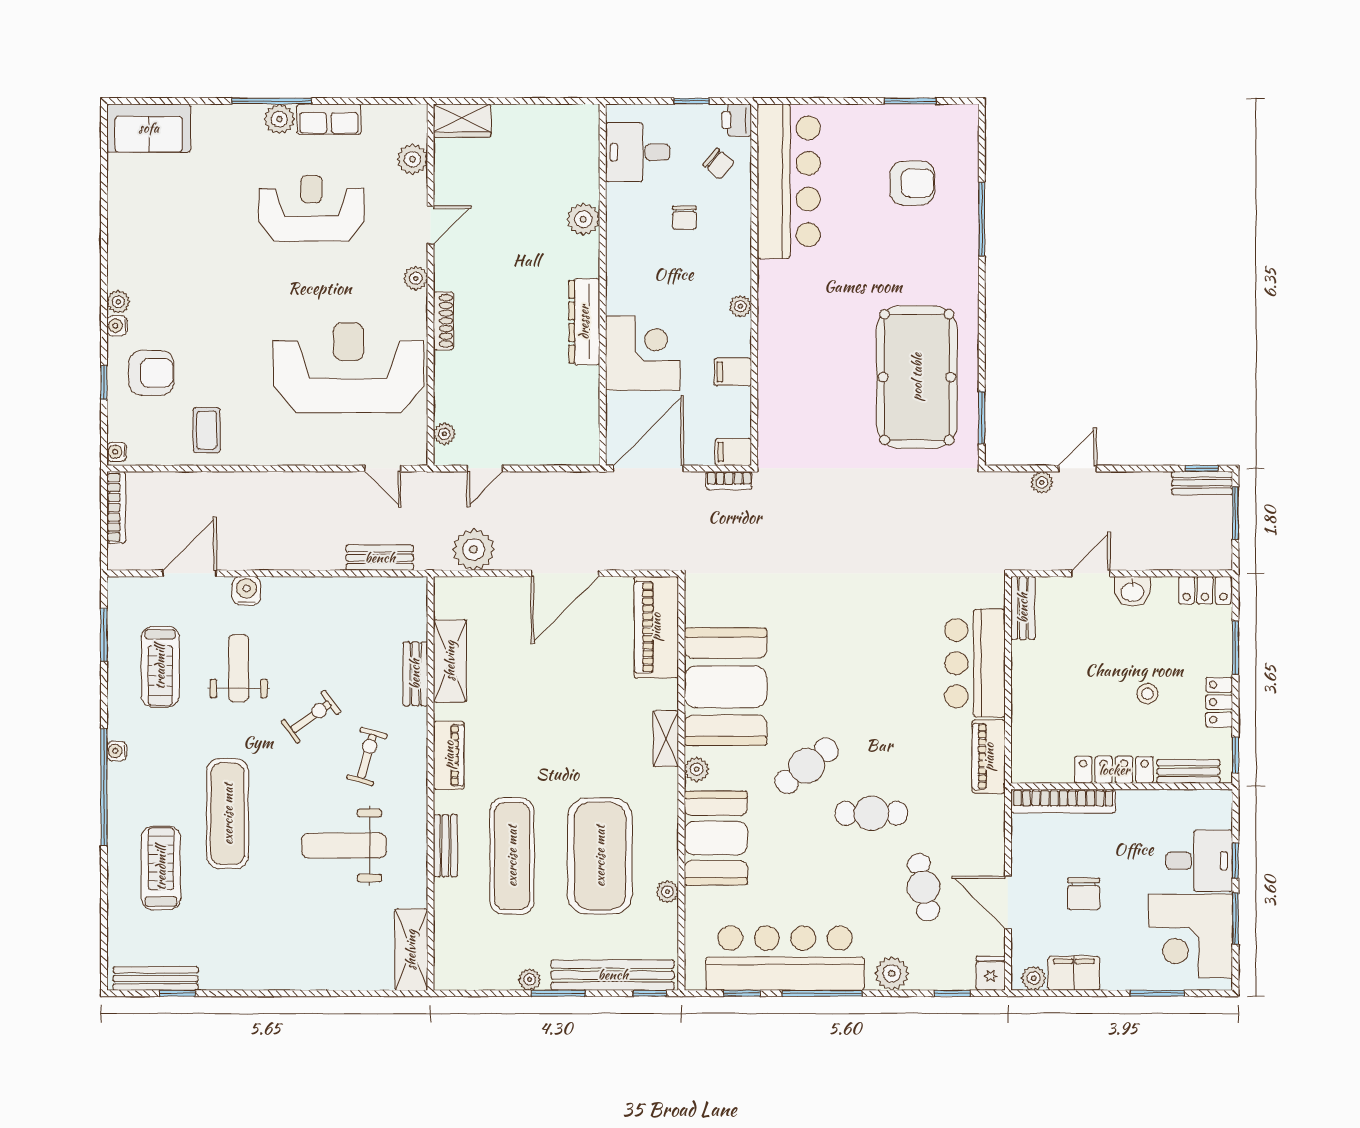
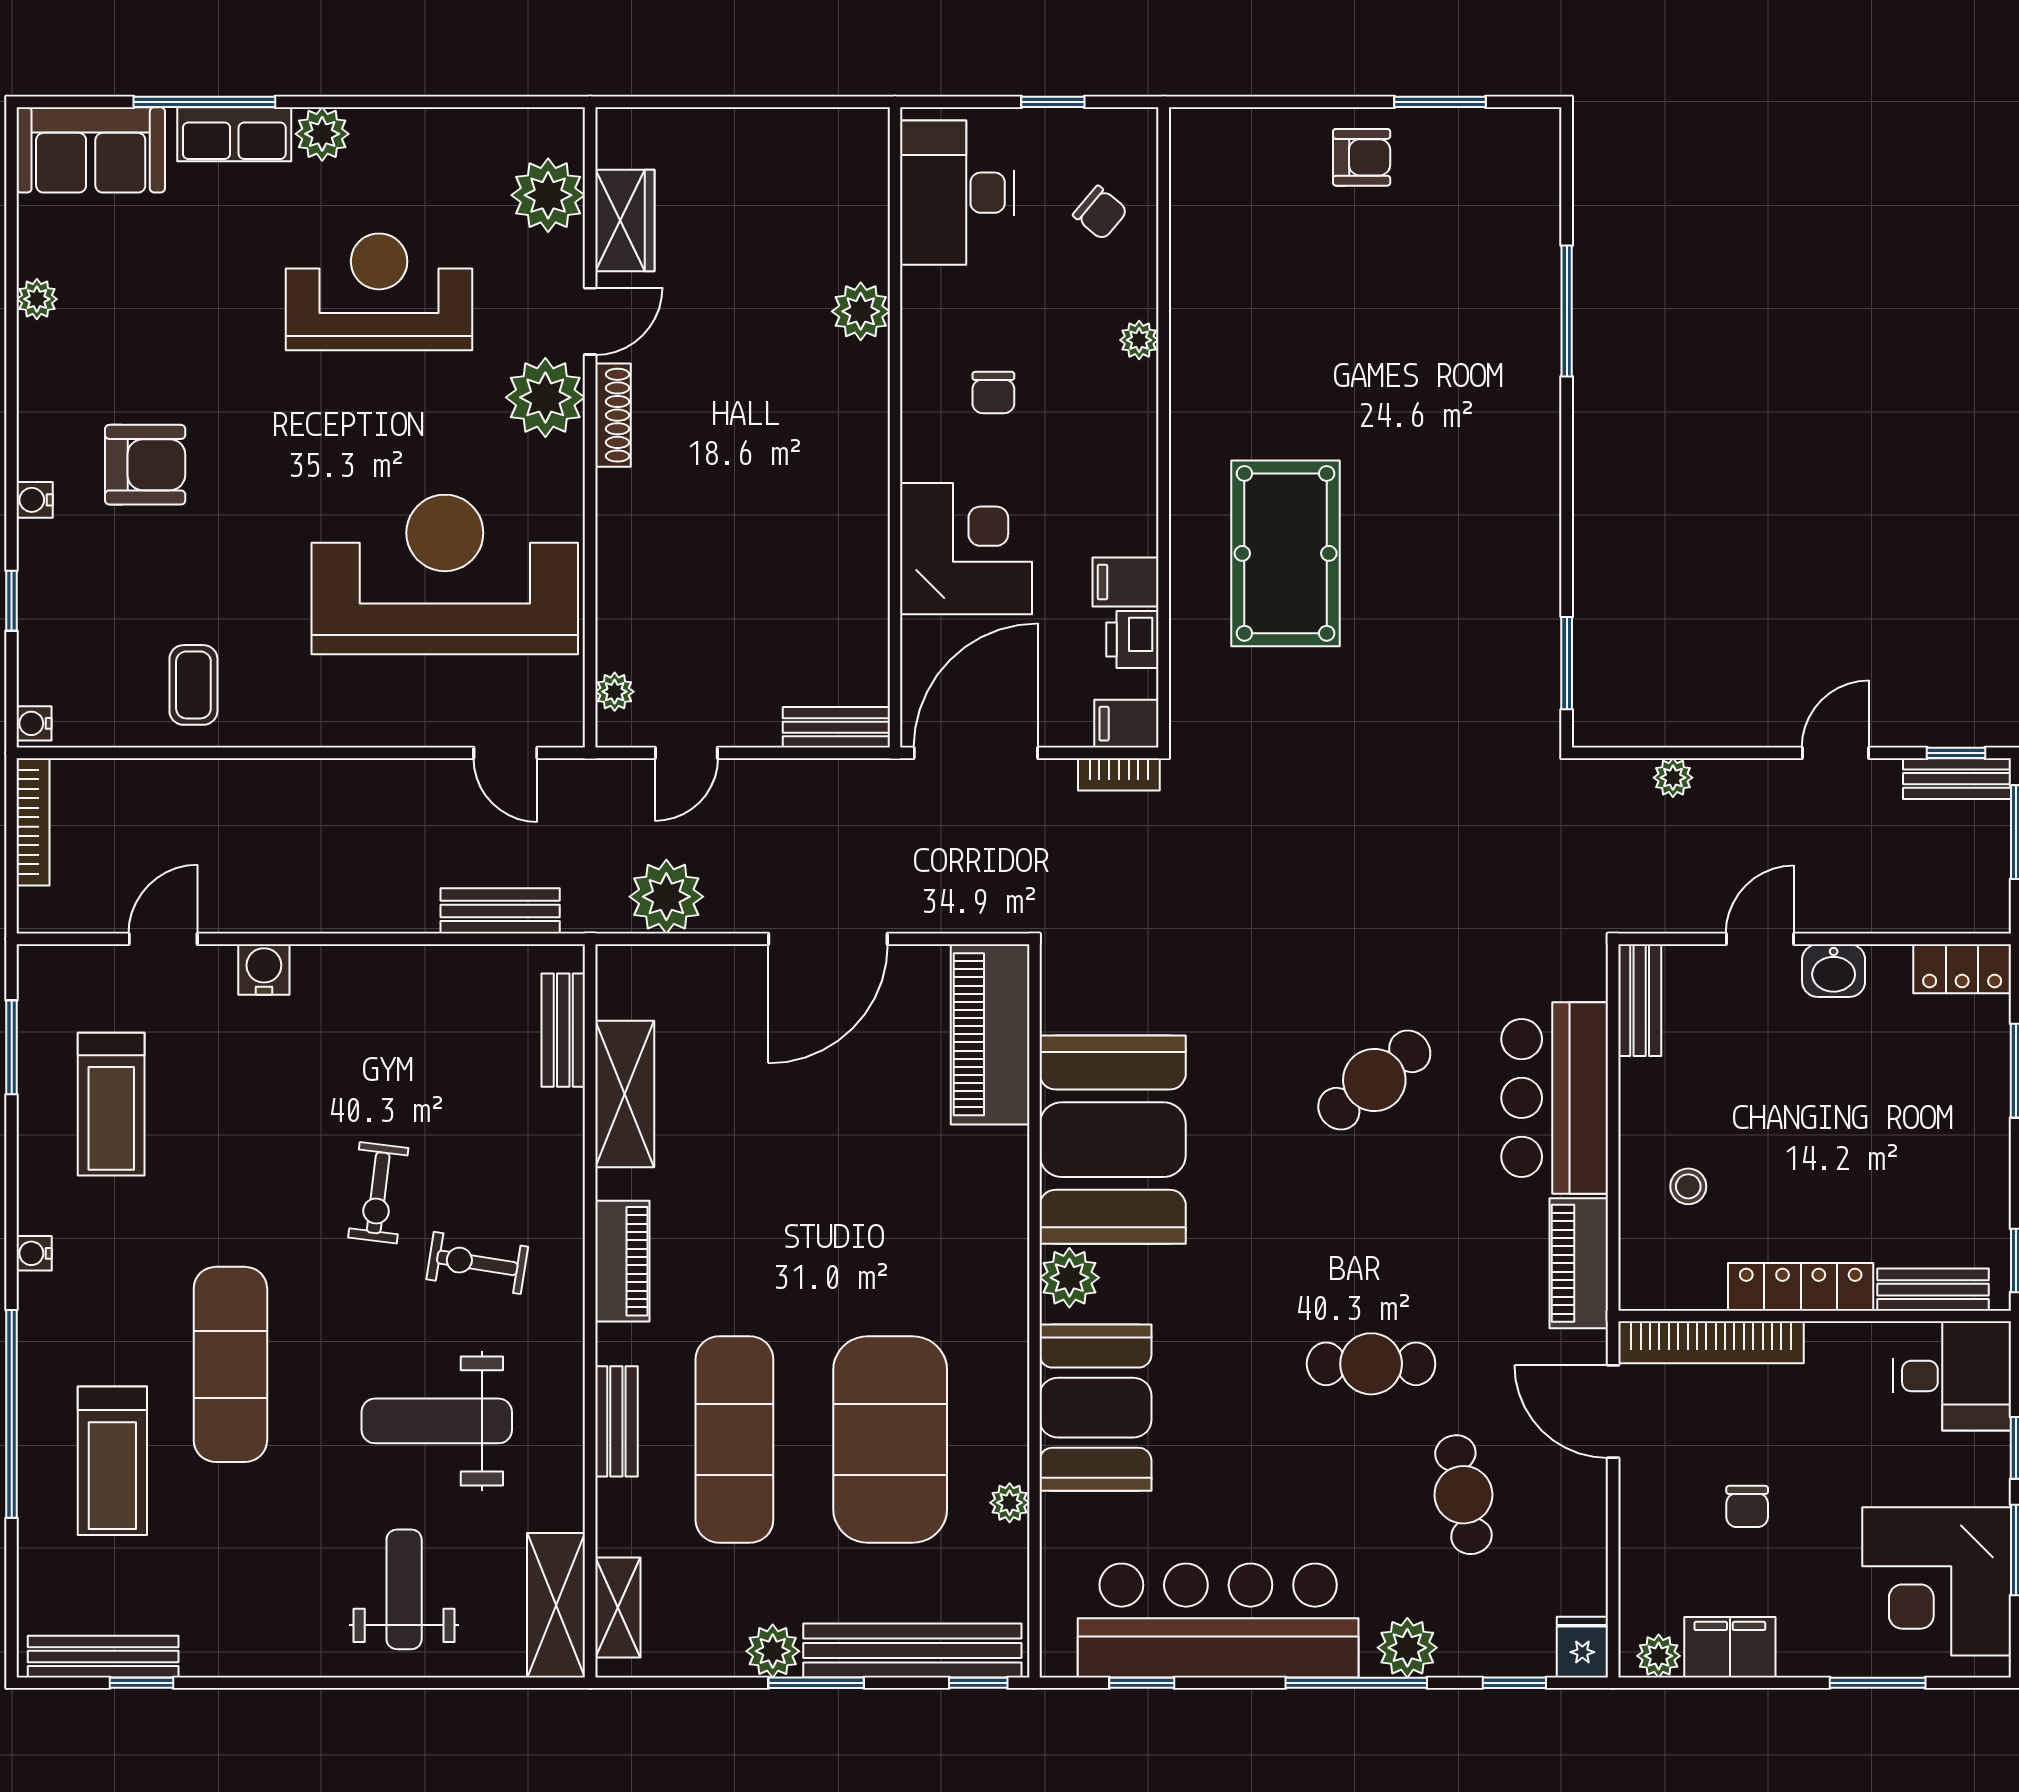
window: (272, 101) -> (204, 102), moved
row of seats: (329, 119) -> (234, 134), moved
printer: (737, 120) -> (1132, 640), moved
wardrobe: (462, 121) -> (625, 220), moved, turned -90
desk: (638, 152) -> (957, 193), width x1.37
plant: (412, 159) -> (548, 195), width x1.36, depth x1.36
bar counter: (789, 181) -> (1225, 244), removed
armchair: (912, 183) -> (1362, 157), moved, width x0.72, depth x0.72
chair: (684, 218) -> (993, 393), moved
plant: (416, 278) -> (545, 397), width x1.87, depth x1.87
plant: (118, 302) -> (37, 299), moved
plant: (740, 306) -> (1139, 340), moved
shoe rack: (443, 321) -> (613, 415), moved
dresser: (584, 322) -> (862, 493), removed
armchair: (151, 373) -> (145, 465), moved
pool table: (917, 377) -> (1286, 553), moved, width x0.73, depth x0.76
bench: (570, 454) -> (836, 727), added
door: (1078, 468) -> (1835, 753), moved
door: (190, 573) -> (163, 939), width x0.73
weight bench: (239, 668) -> (404, 1589), moved
bench: (415, 674) -> (563, 1030), moved
stool: (1148, 694) -> (1688, 1186), moved
locker: (1219, 702) -> (1987, 1167), removed
exercise bike: (311, 717) -> (378, 1193), turned 133
shelving: (666, 739) -> (618, 1607), moved
exercise bike: (367, 756) -> (477, 1263), turned -97
cafe table: (807, 766) -> (1374, 1080), moved
plant: (697, 769) -> (1069, 1278), width x1.38, depth x1.38
window: (104, 787) -> (12, 1414), moved
desk: (1199, 861) -> (1952, 1376), moved
treadmill: (161, 868) -> (112, 1461), turned 180
chair: (1084, 894) -> (1747, 1506), width x0.73, depth x0.73
door: (1008, 902) -> (1613, 1411), moved
plant: (530, 979) -> (773, 1651), width x1.38, depth x1.38
window: (822, 993) -> (1356, 1683), moved

